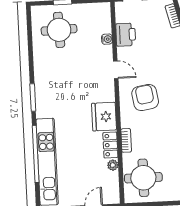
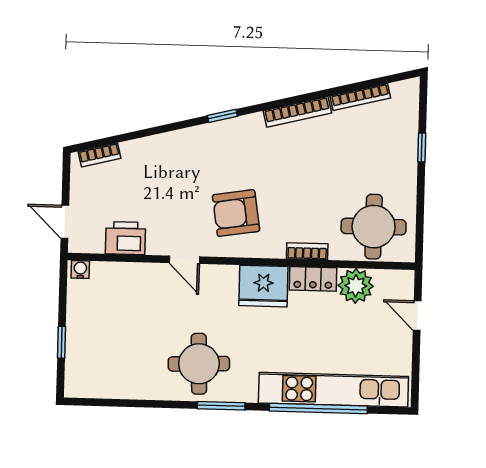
round table: (59, 30) -> (199, 364), moved
water cooler: (107, 39) -> (80, 269), moved
door: (116, 70) -> (184, 260), swing flipped
plant: (113, 165) -> (356, 286), width x1.88, depth x1.88

